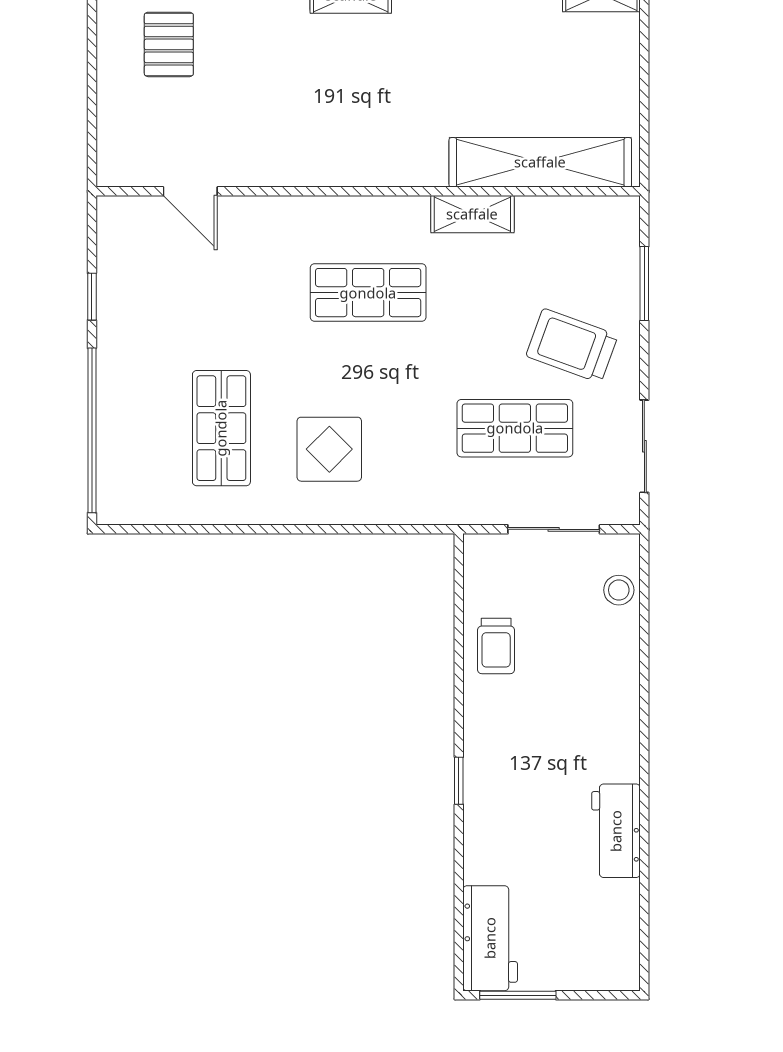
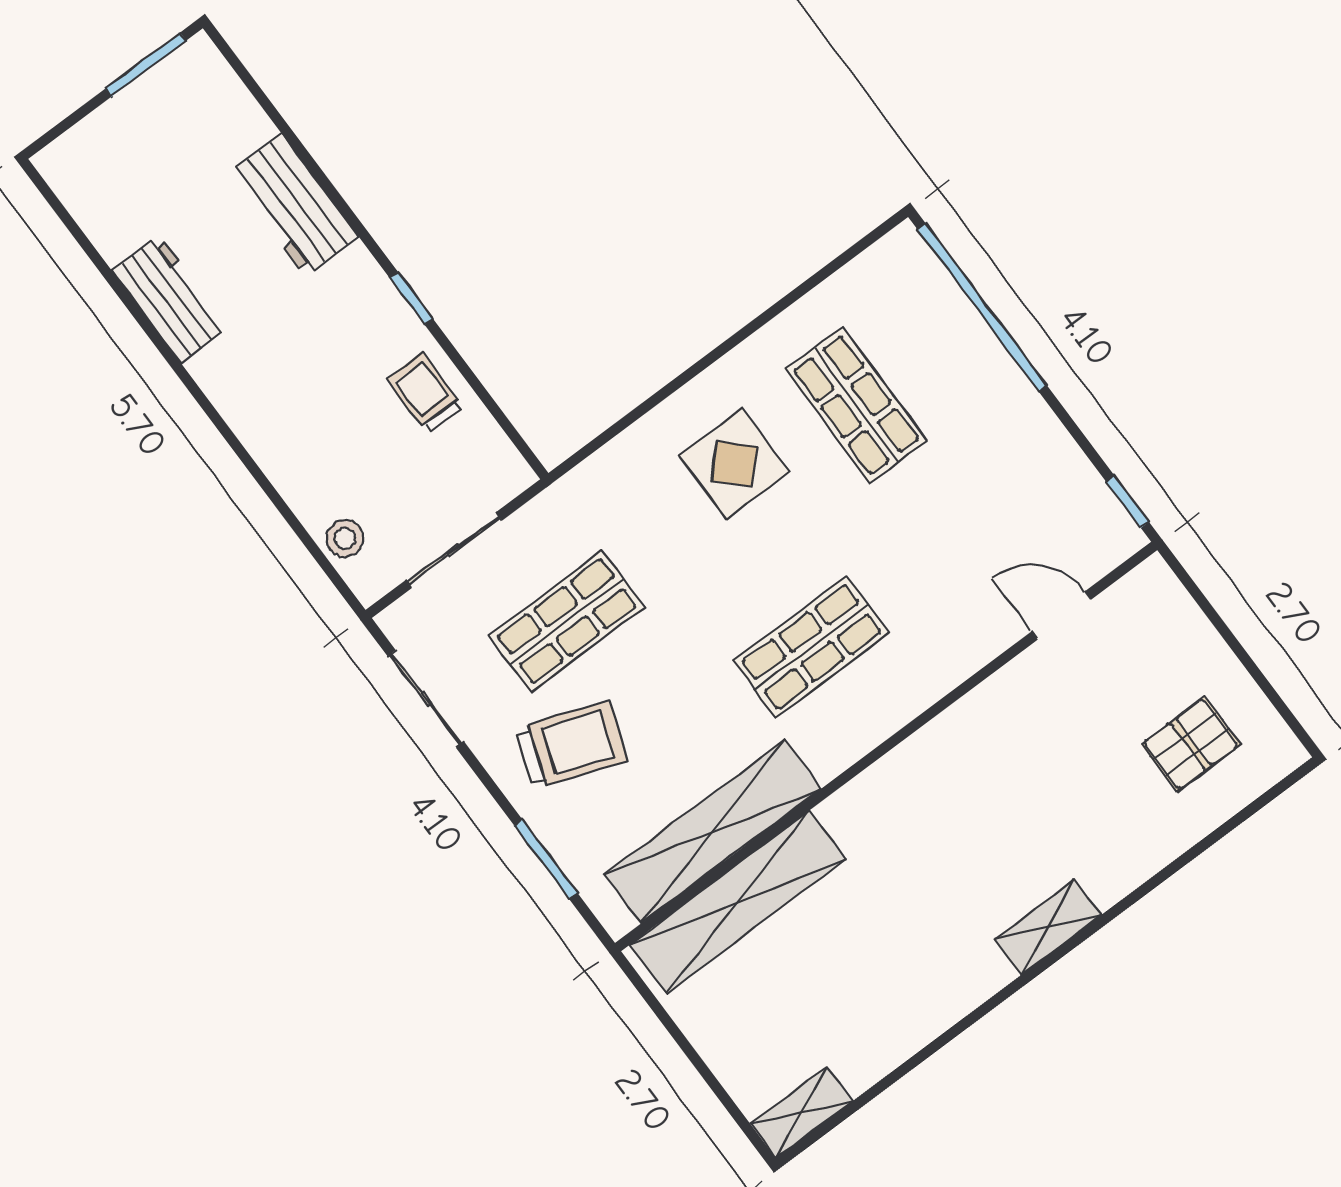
pallet: (169, 44) -> (1191, 744), turned 90
shelving: (472, 214) -> (713, 832), width x2.20, depth x1.33
window: (92, 297) -> (1128, 502), moved
window: (459, 781) -> (411, 298), moved
workbench: (490, 938) -> (294, 205), moved

